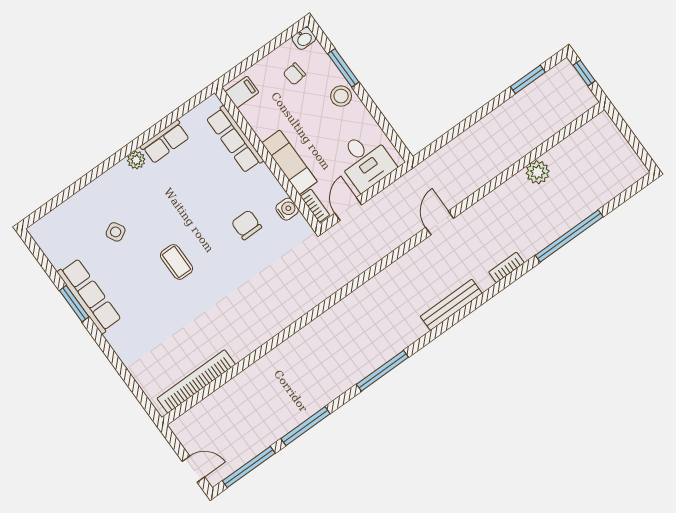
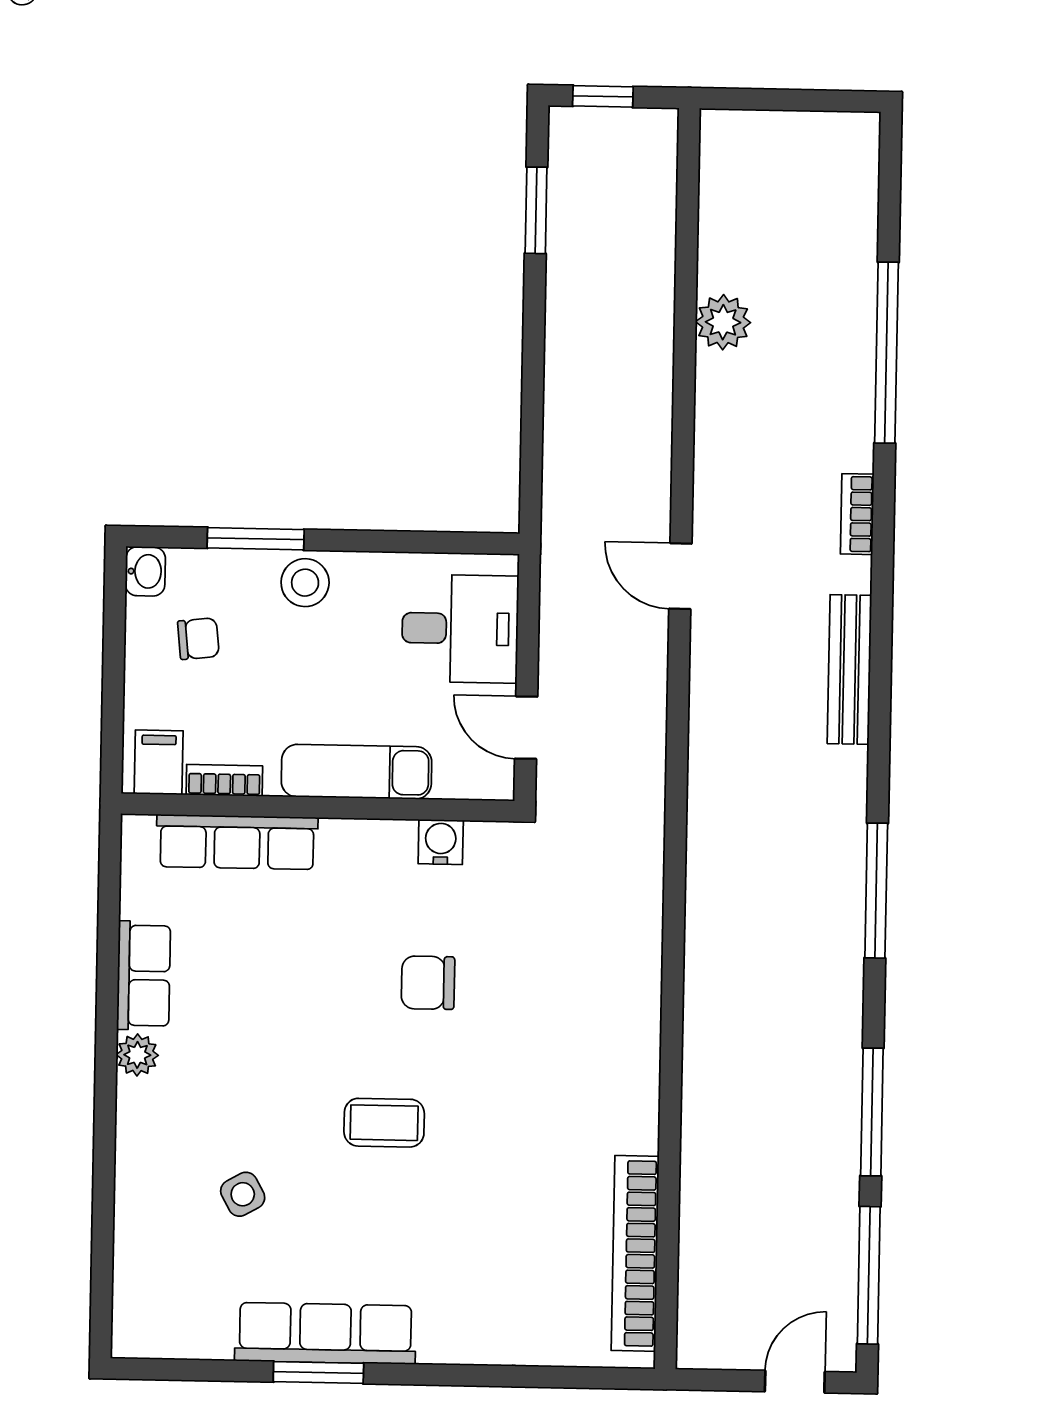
chair: (294, 74) -> (198, 639), turned -90
bookcase: (315, 206) -> (224, 780), moved
chair: (247, 225) -> (428, 983), moved

